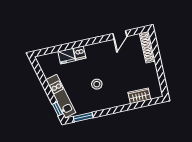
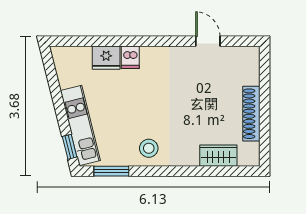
door: (120, 35) -> (208, 41), swing flipped
shoe rack: (147, 47) -> (251, 114), moved
stool: (97, 84) -> (149, 148), moved

